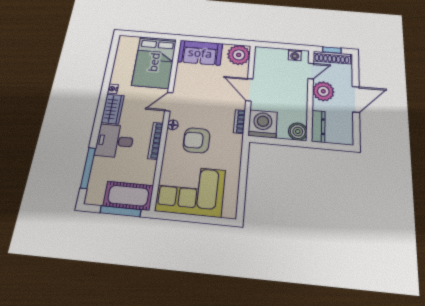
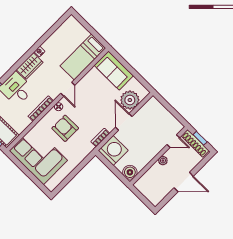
plant: (239, 55) -> (130, 100), moved
washing machine: (295, 55) -> (173, 122), removed
bed: (154, 62) -> (83, 57), width x0.67
plant: (323, 91) -> (163, 161), width x0.53, depth x0.53
door: (169, 102) -> (68, 89), swing flipped
dresser: (318, 126) -> (145, 179), removed

